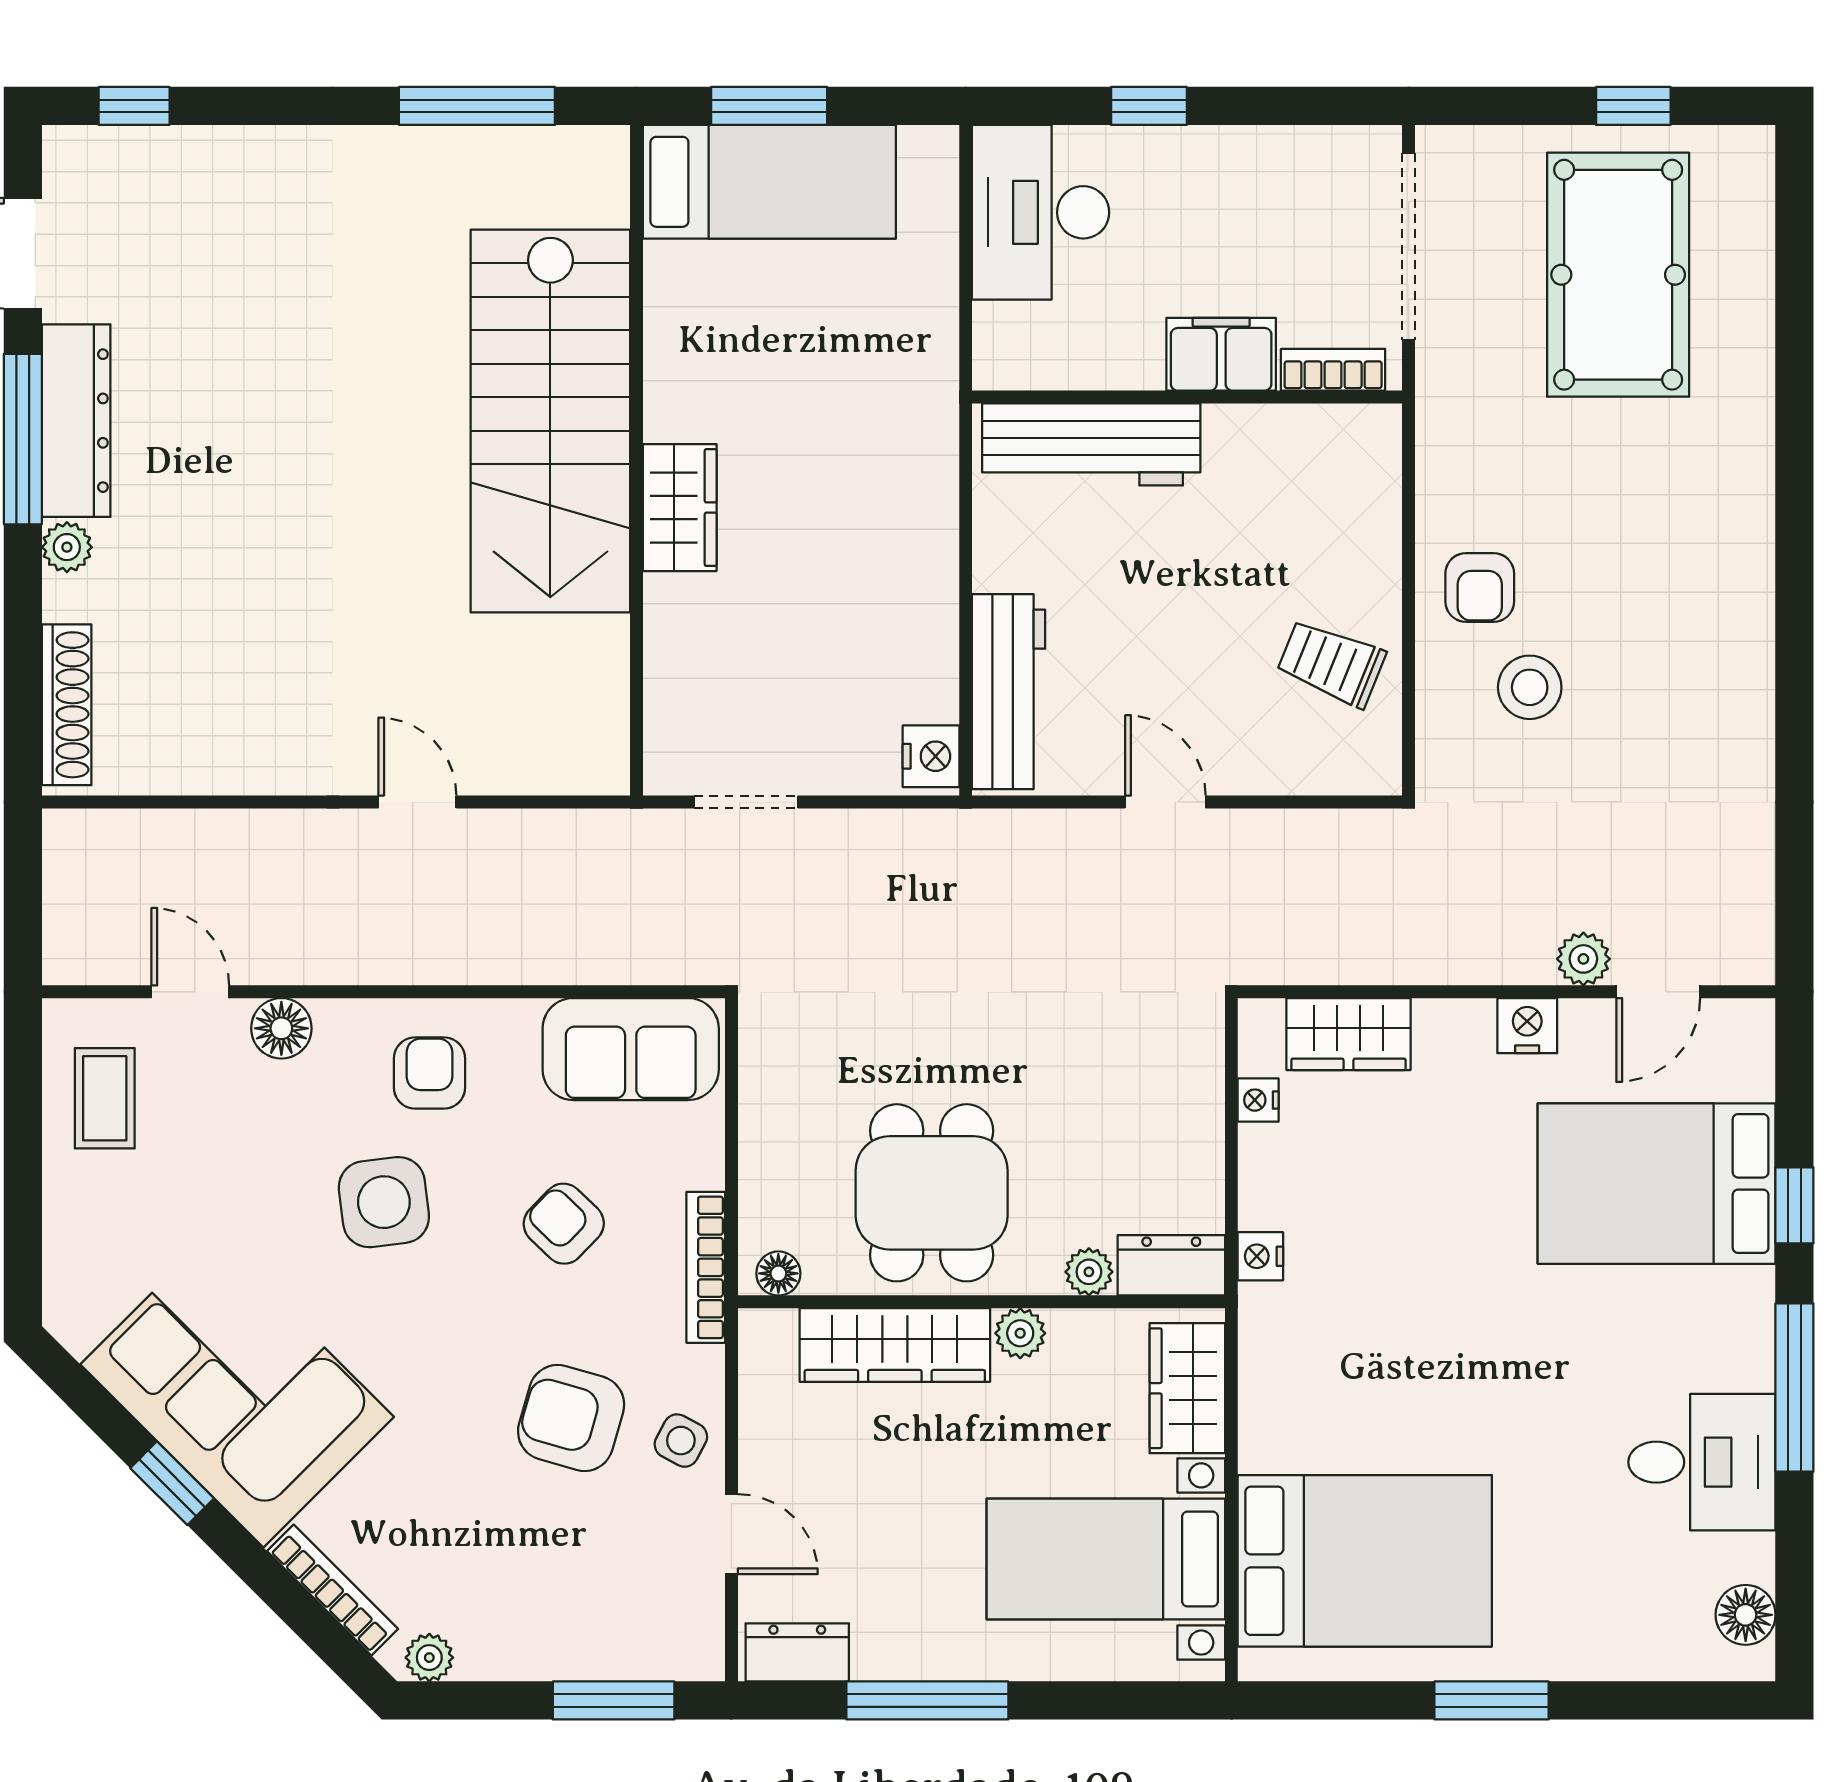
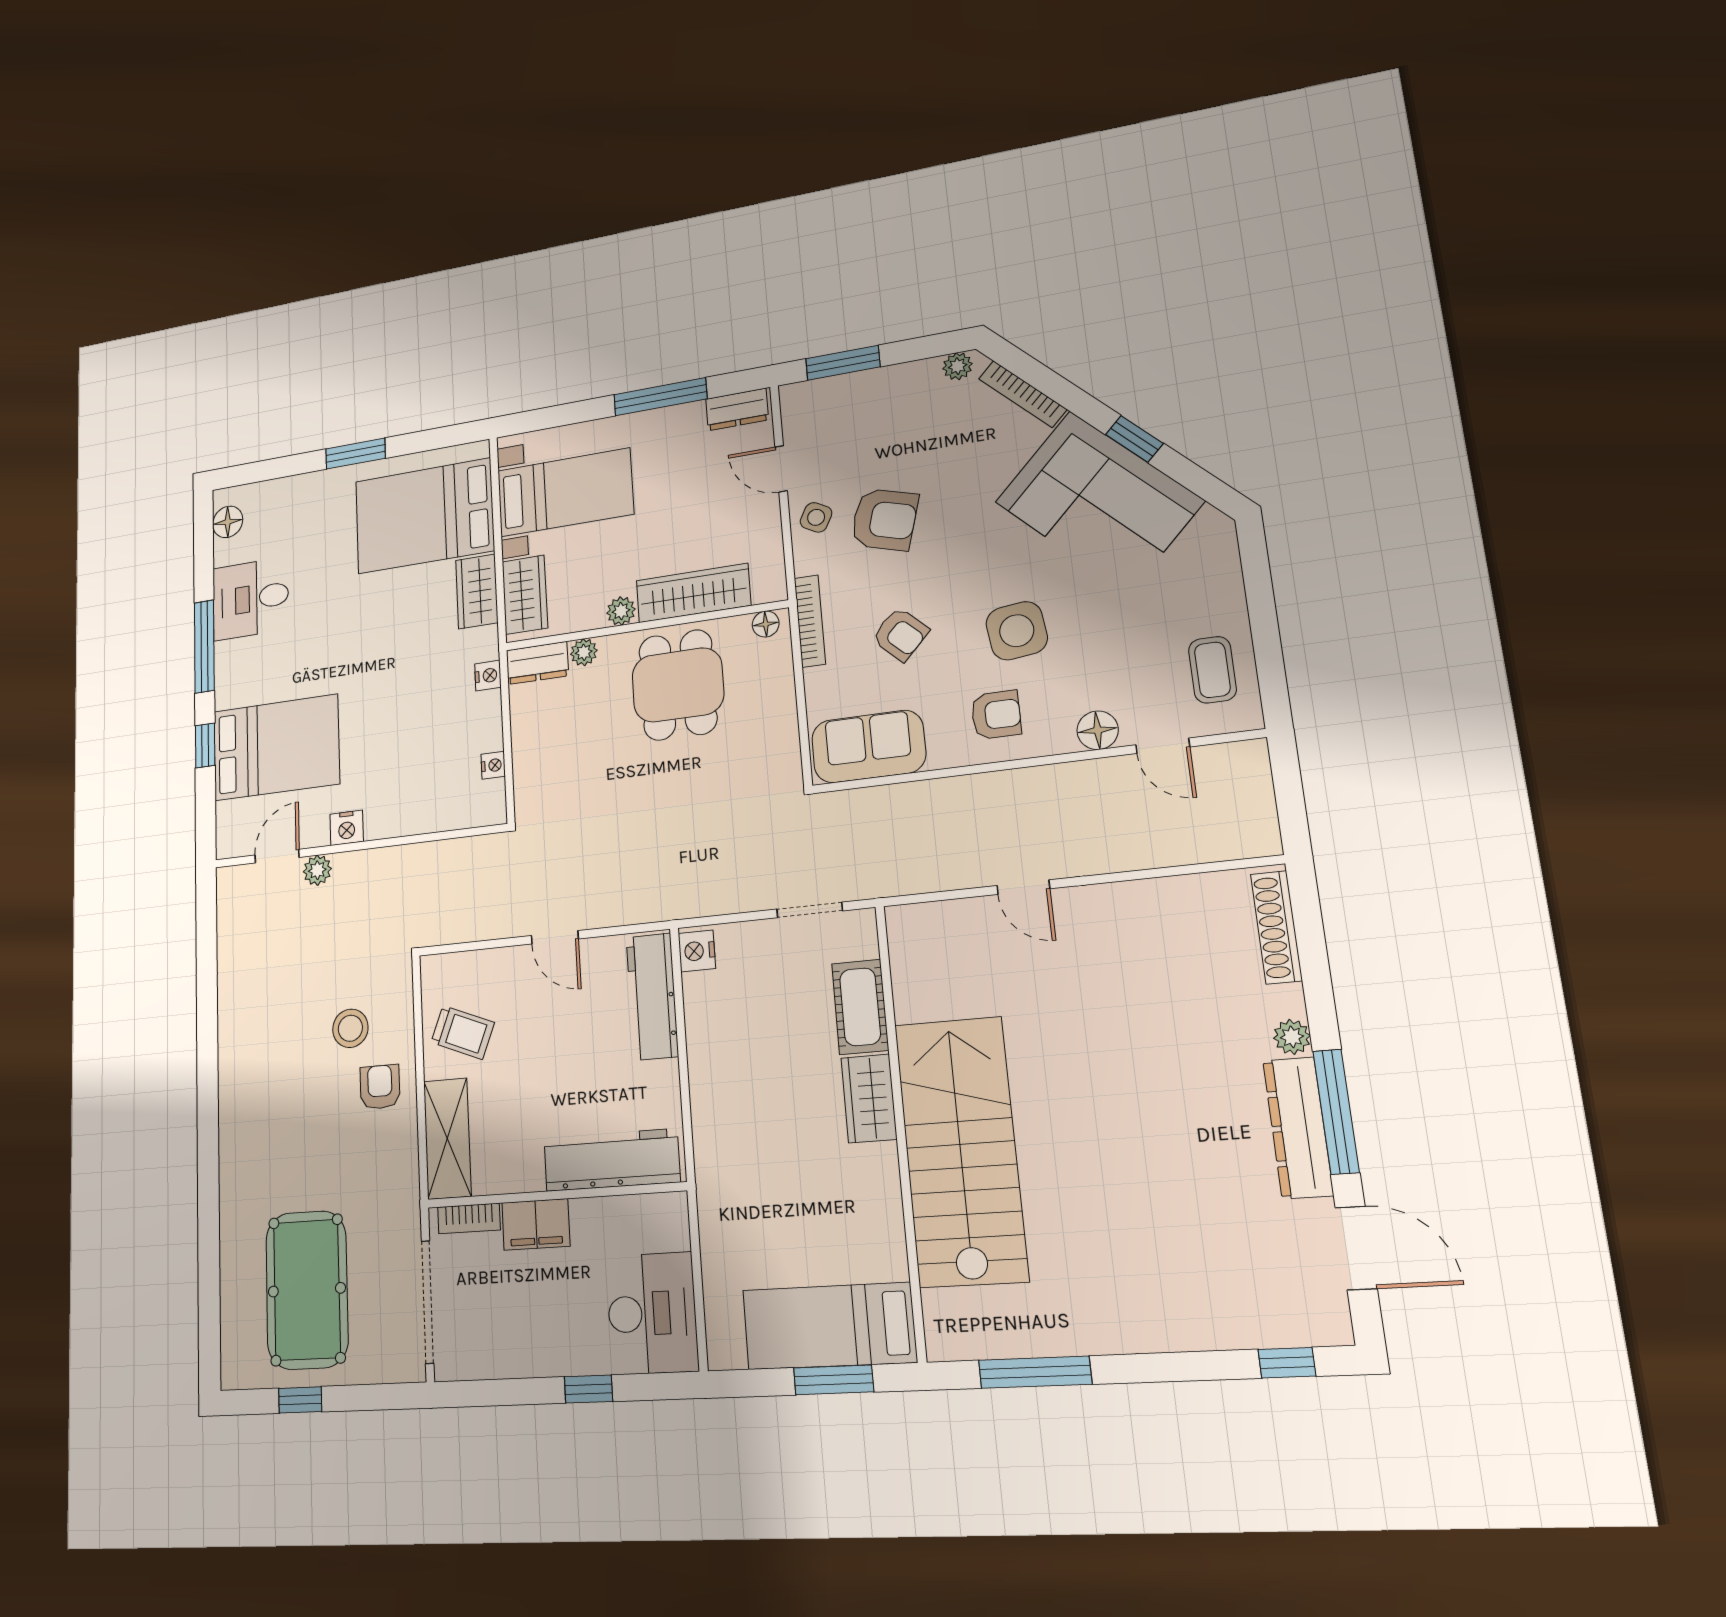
shelving: (1365, 497) -> (447, 1139), added
cot: (681, 646) -> (860, 1007), added
wardrobe: (1348, 1034) -> (477, 591), moved, turned -90
armchair: (429, 1073) -> (996, 715), turned -90

